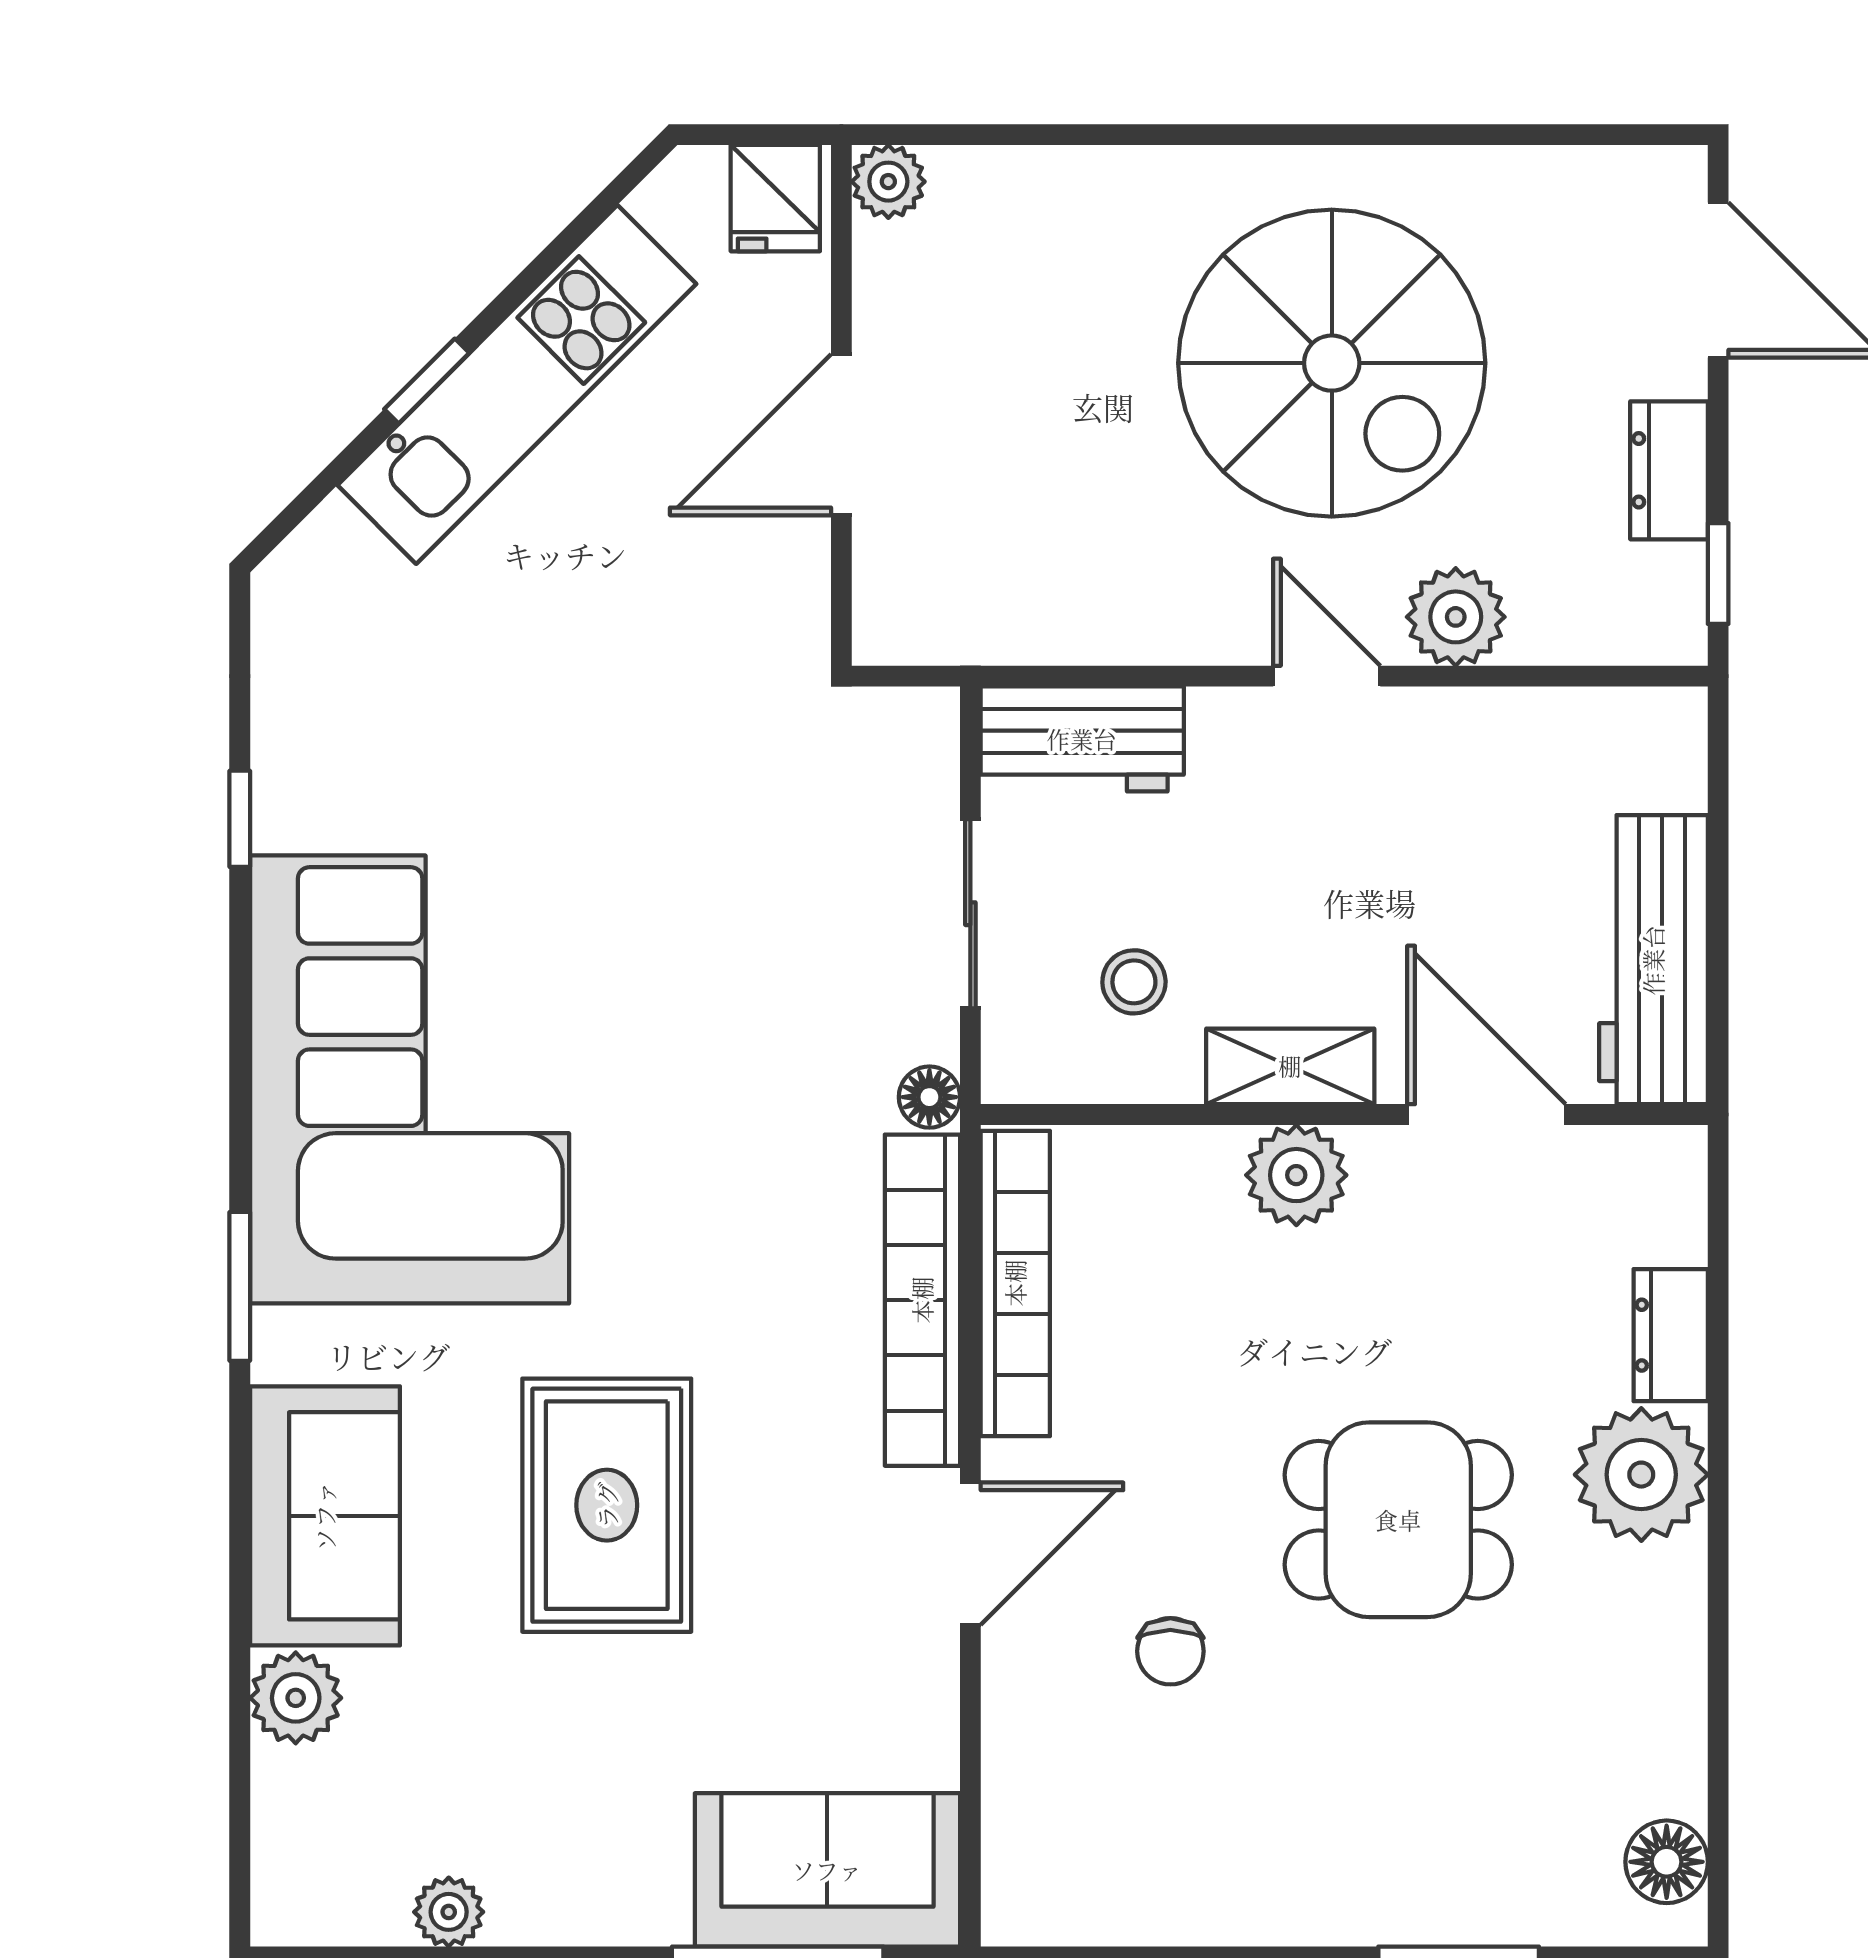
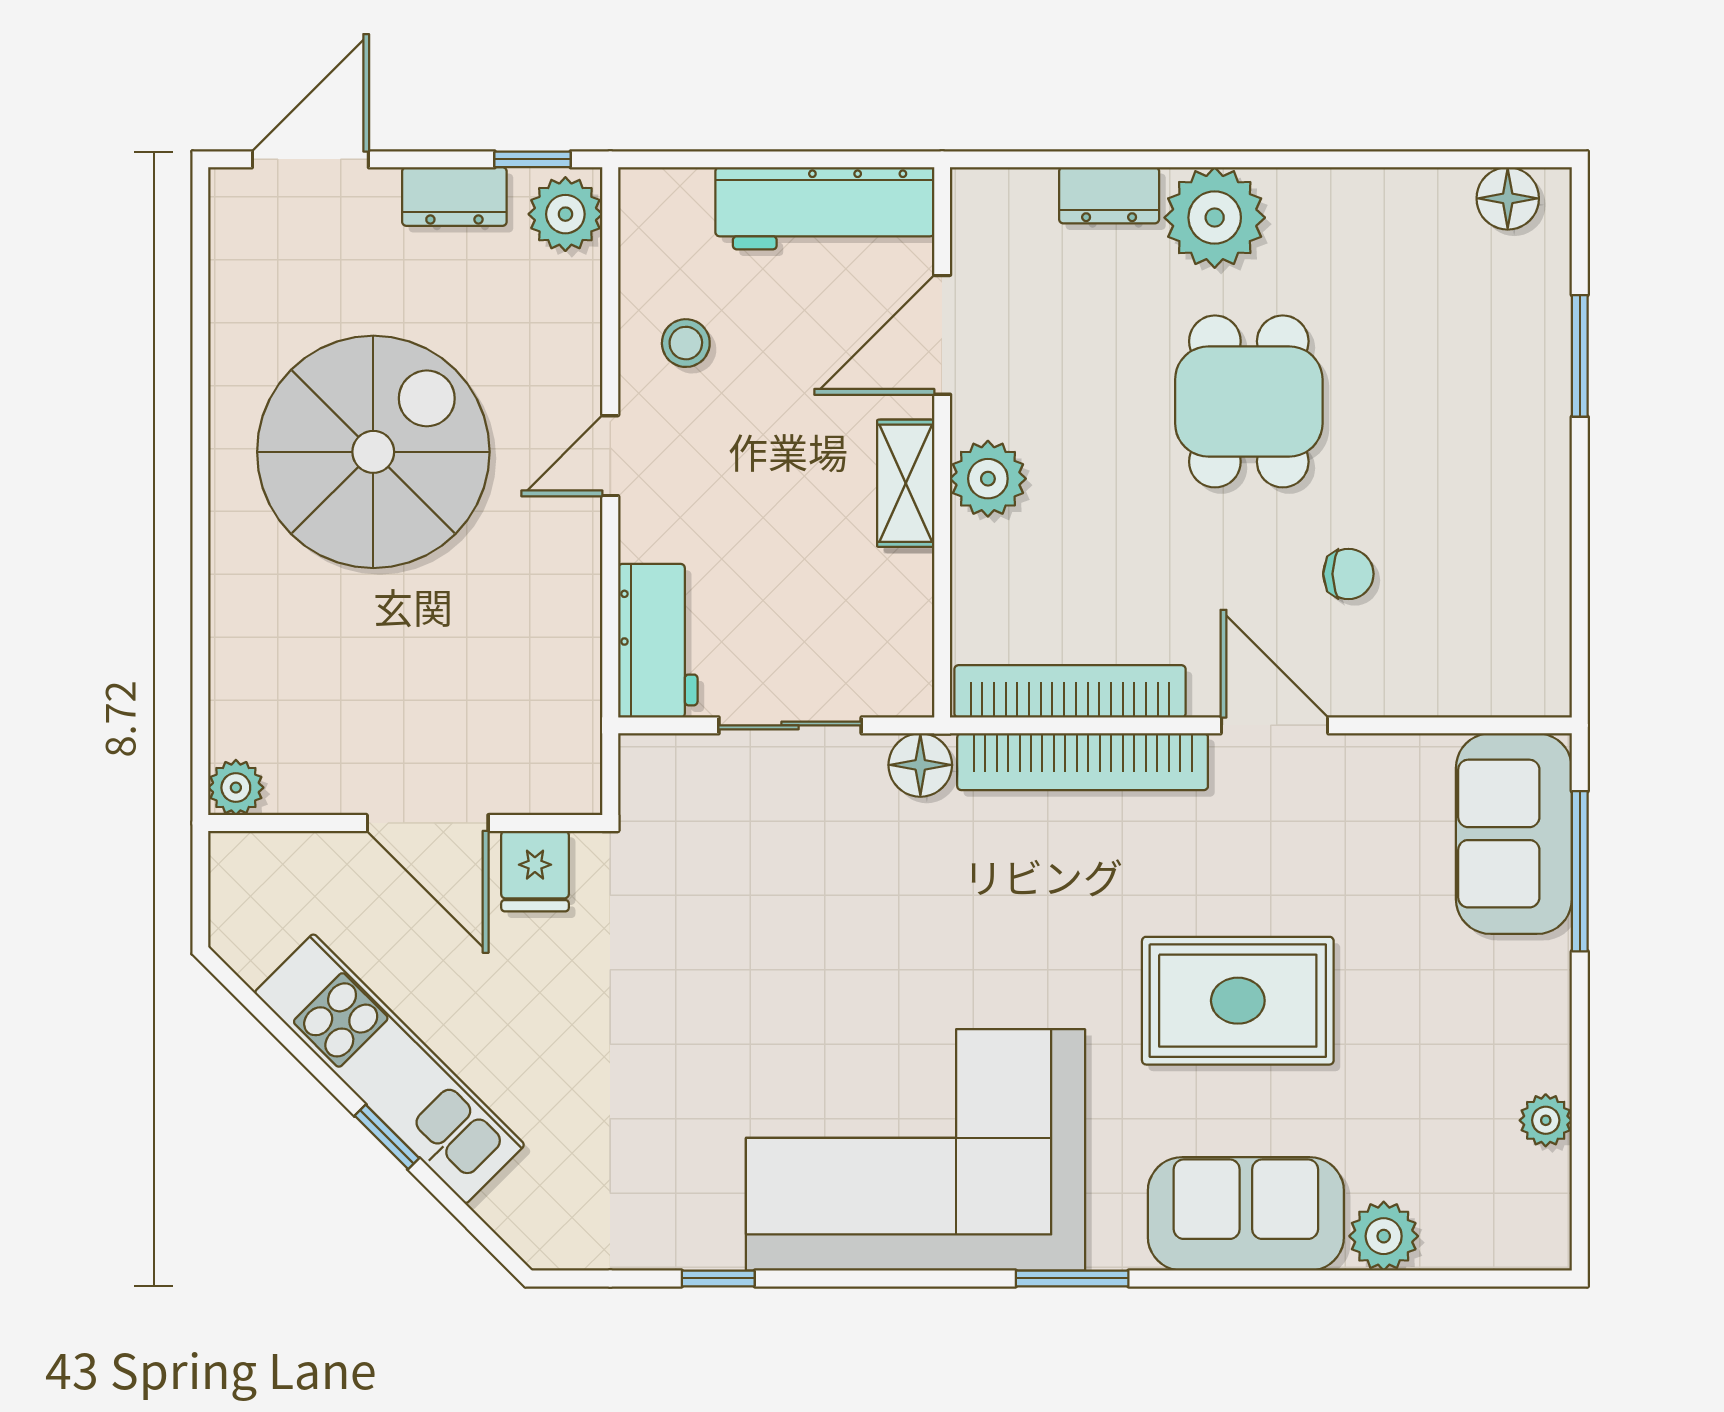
fridge: (775, 198) -> (535, 871), moved, turned 90
plant: (1456, 617) -> (565, 214), moved
stool: (1134, 982) -> (686, 343), moved
floor lamp: (929, 1097) -> (920, 765), width x1.37, depth x1.37

